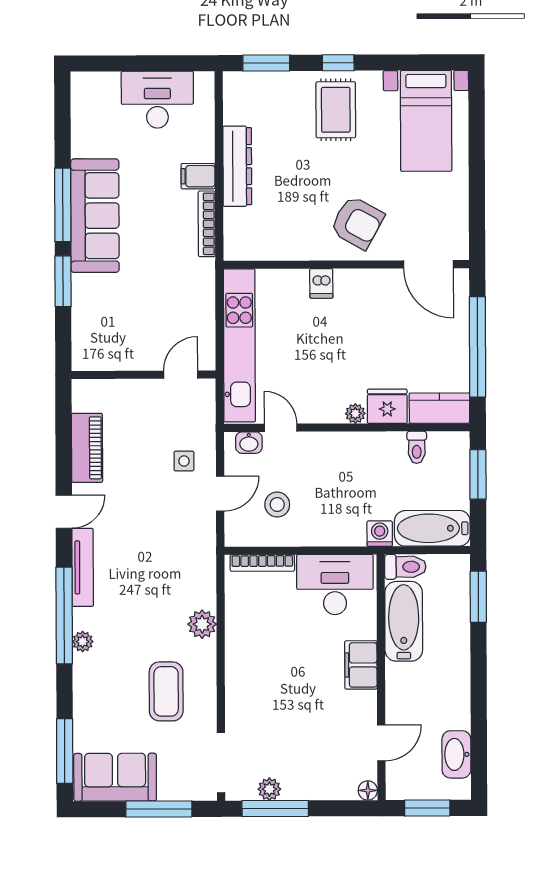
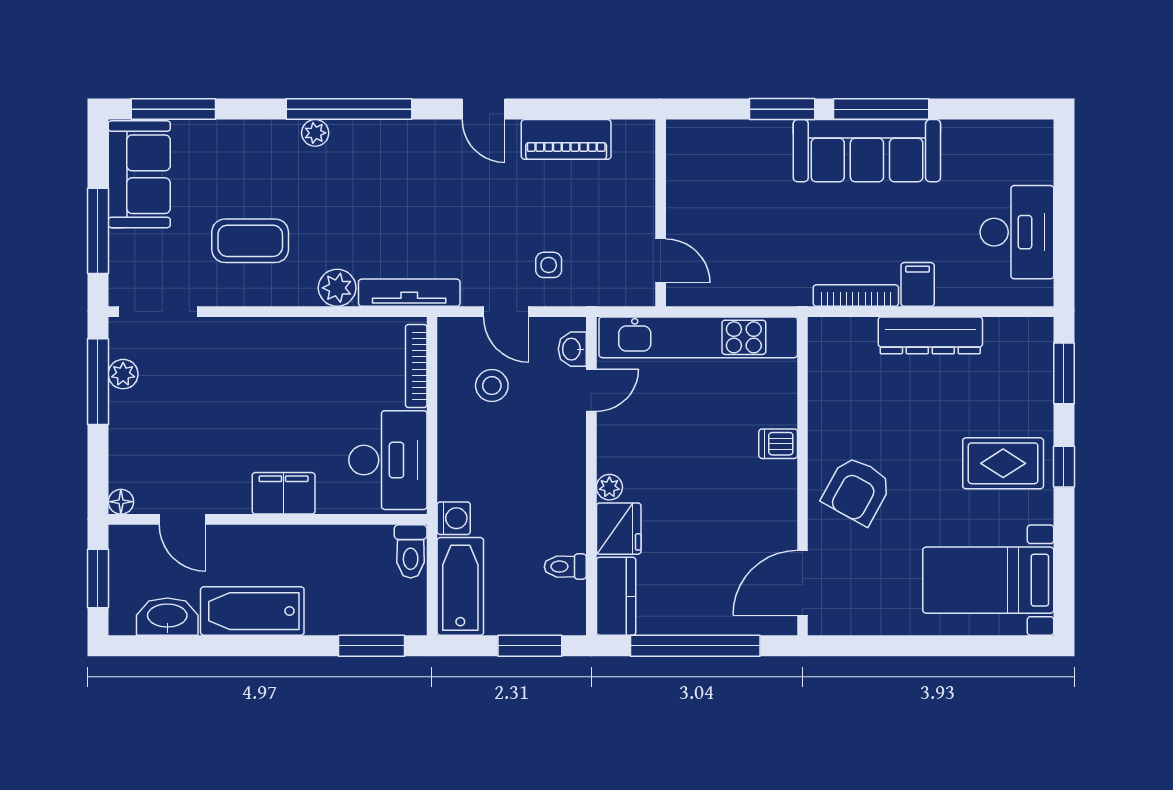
tv unit: (83, 567) -> (409, 293), moved, turned 180
bathtub: (404, 621) -> (252, 611), moved, turned 180

